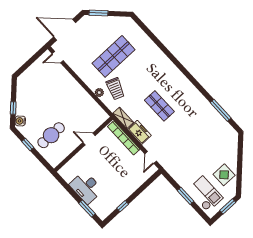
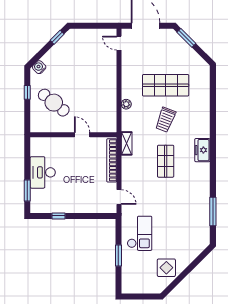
trolley: (115, 89) -> (165, 120), moved
window: (13, 108) -> (57, 37), moved
freezer: (139, 132) -> (202, 150), moved, turned 180
cafe table: (51, 135) -> (54, 103), turned 39
door: (151, 157) -> (119, 197), swing flipped
checkout: (205, 194) -> (140, 233), moved
window: (228, 206) -> (145, 297), removed

